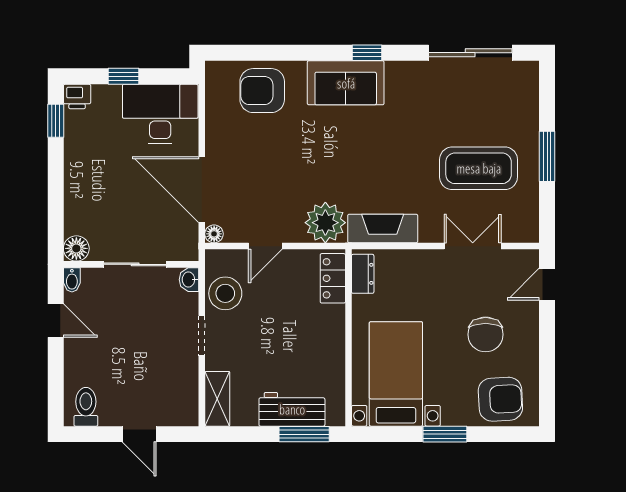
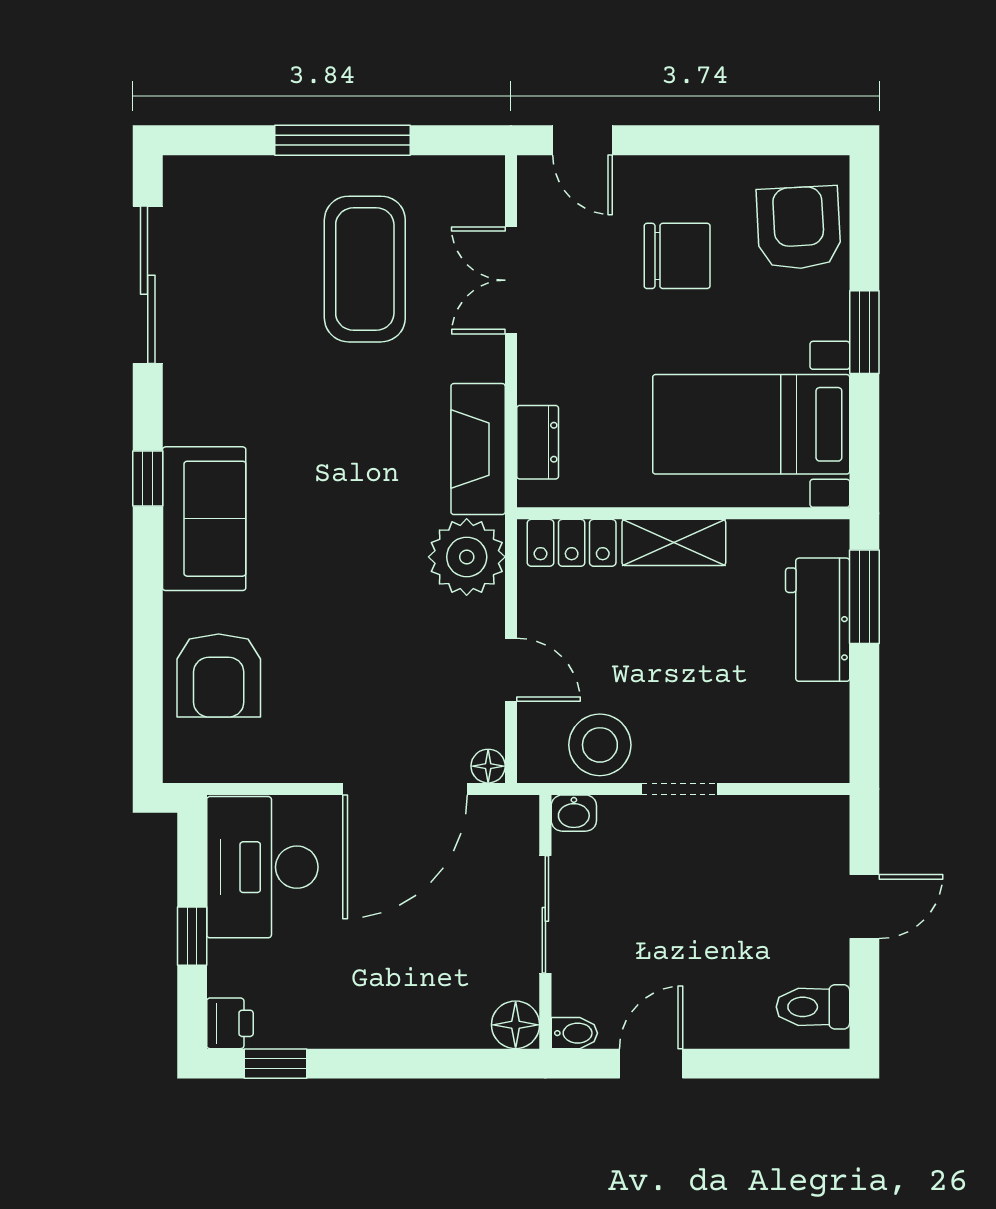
window: (547, 156) -> (343, 140), width x1.44
dresser: (363, 274) -> (538, 442), moved, turned 90
shelving: (217, 399) -> (674, 542), moved

